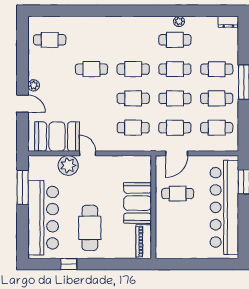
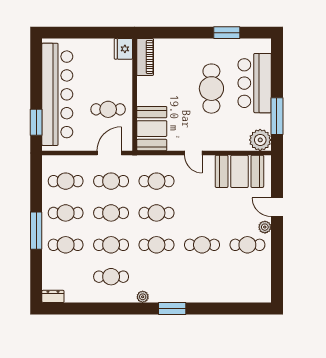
window: (119, 11) -> (172, 308), added
plant: (179, 21) -> (143, 297), moved
cafe table: (50, 40) -> (247, 245), moved
door: (88, 153) -> (193, 153), moved
plant: (68, 165) -> (260, 140), moved
booth: (138, 203) -> (152, 129), moved
bar counter: (43, 218) -> (255, 83), width x0.73
cafe table: (90, 228) -> (211, 89), moved
fridge: (164, 249) -> (123, 49), added
window: (69, 264) -> (227, 33), width x1.50

